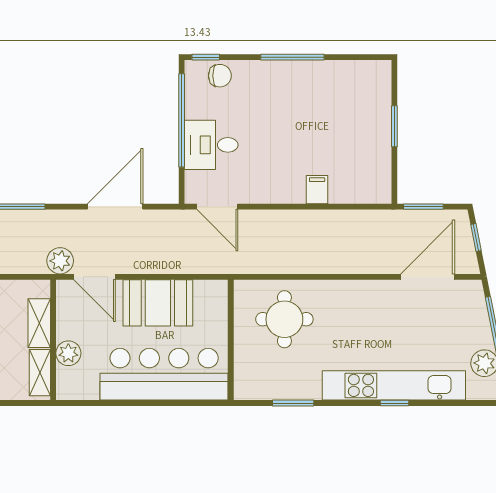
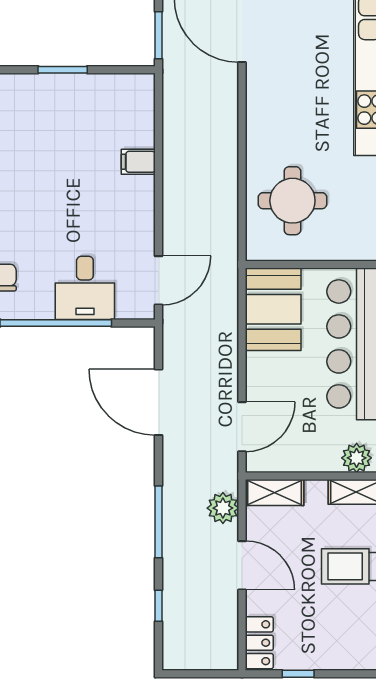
plant: (60, 261) -> (223, 508), moved
booth: (158, 303) -> (273, 309), moved
shelving: (39, 323) -> (275, 493), moved
plant: (68, 353) -> (357, 458), moved

